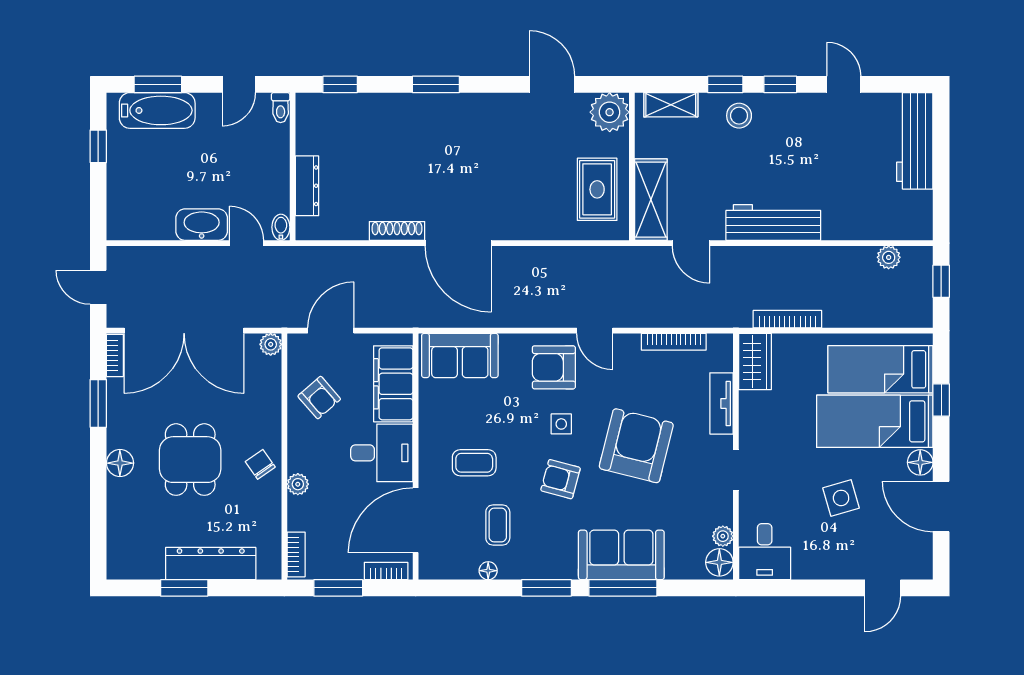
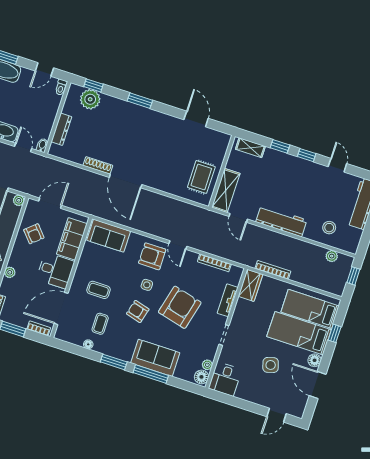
plant: (610, 112) -> (90, 99), moved
stool: (739, 116) -> (329, 228), moved

